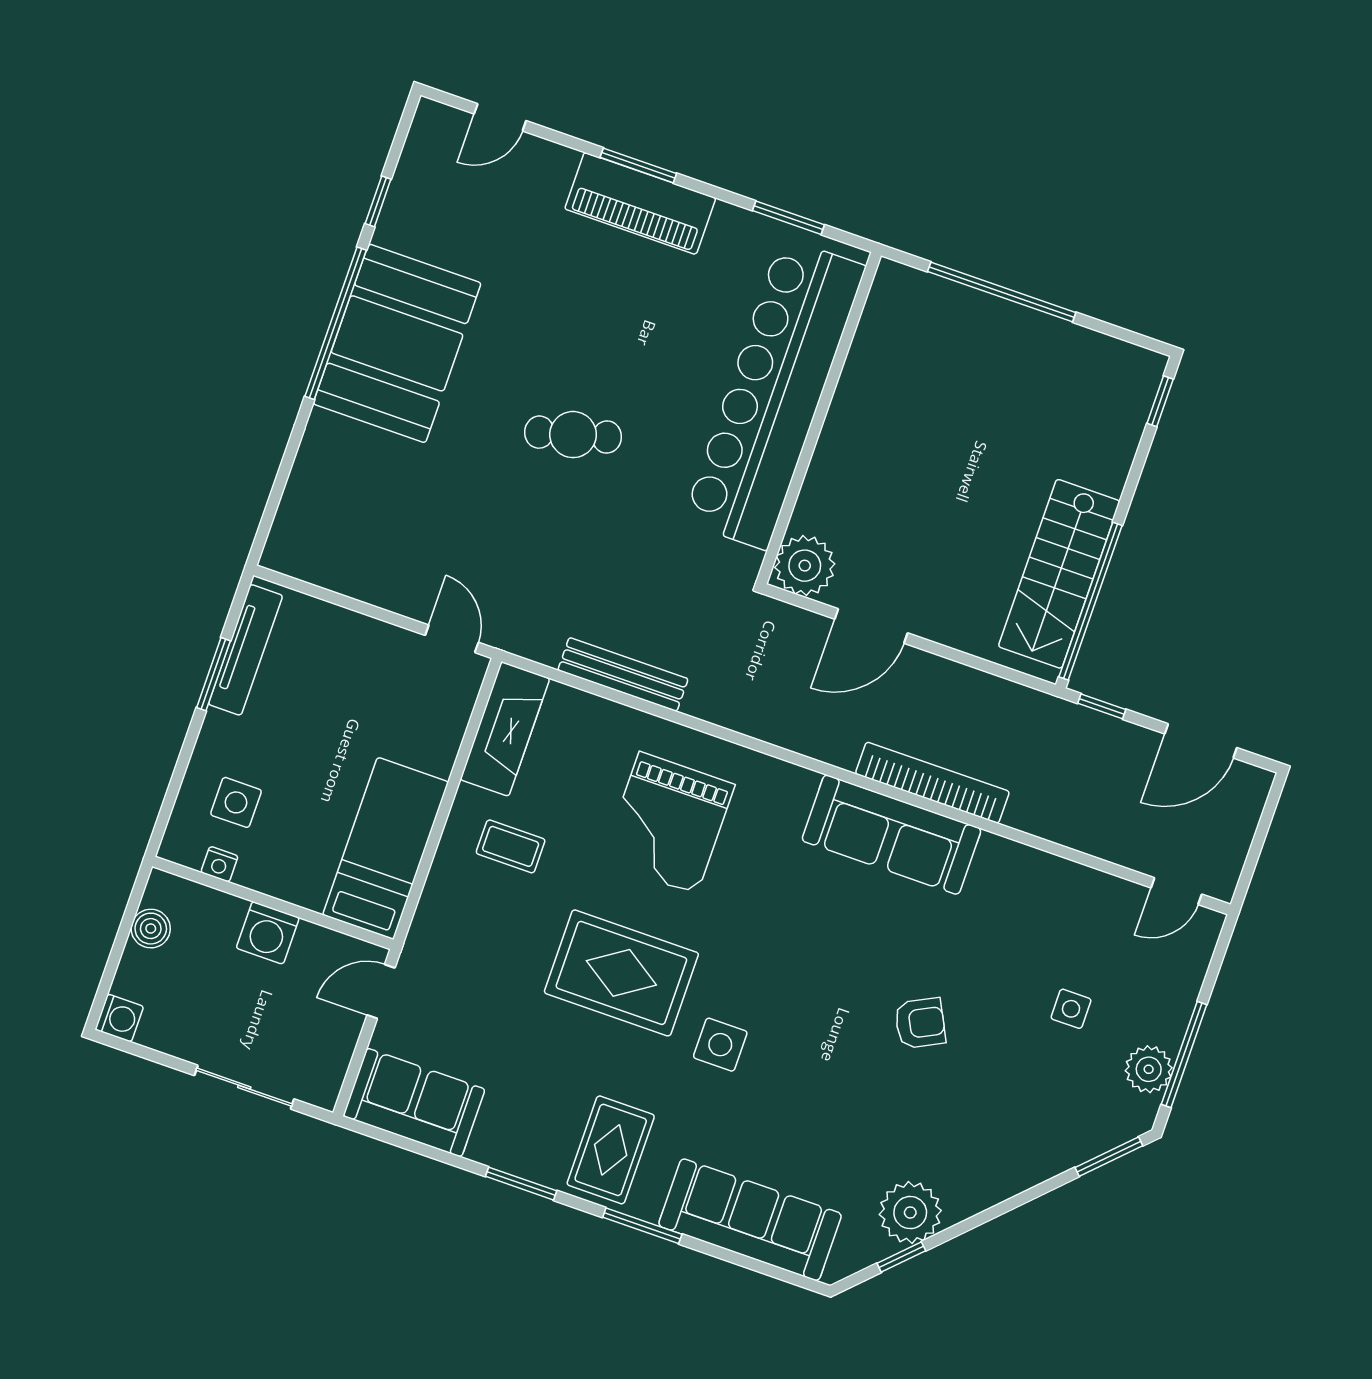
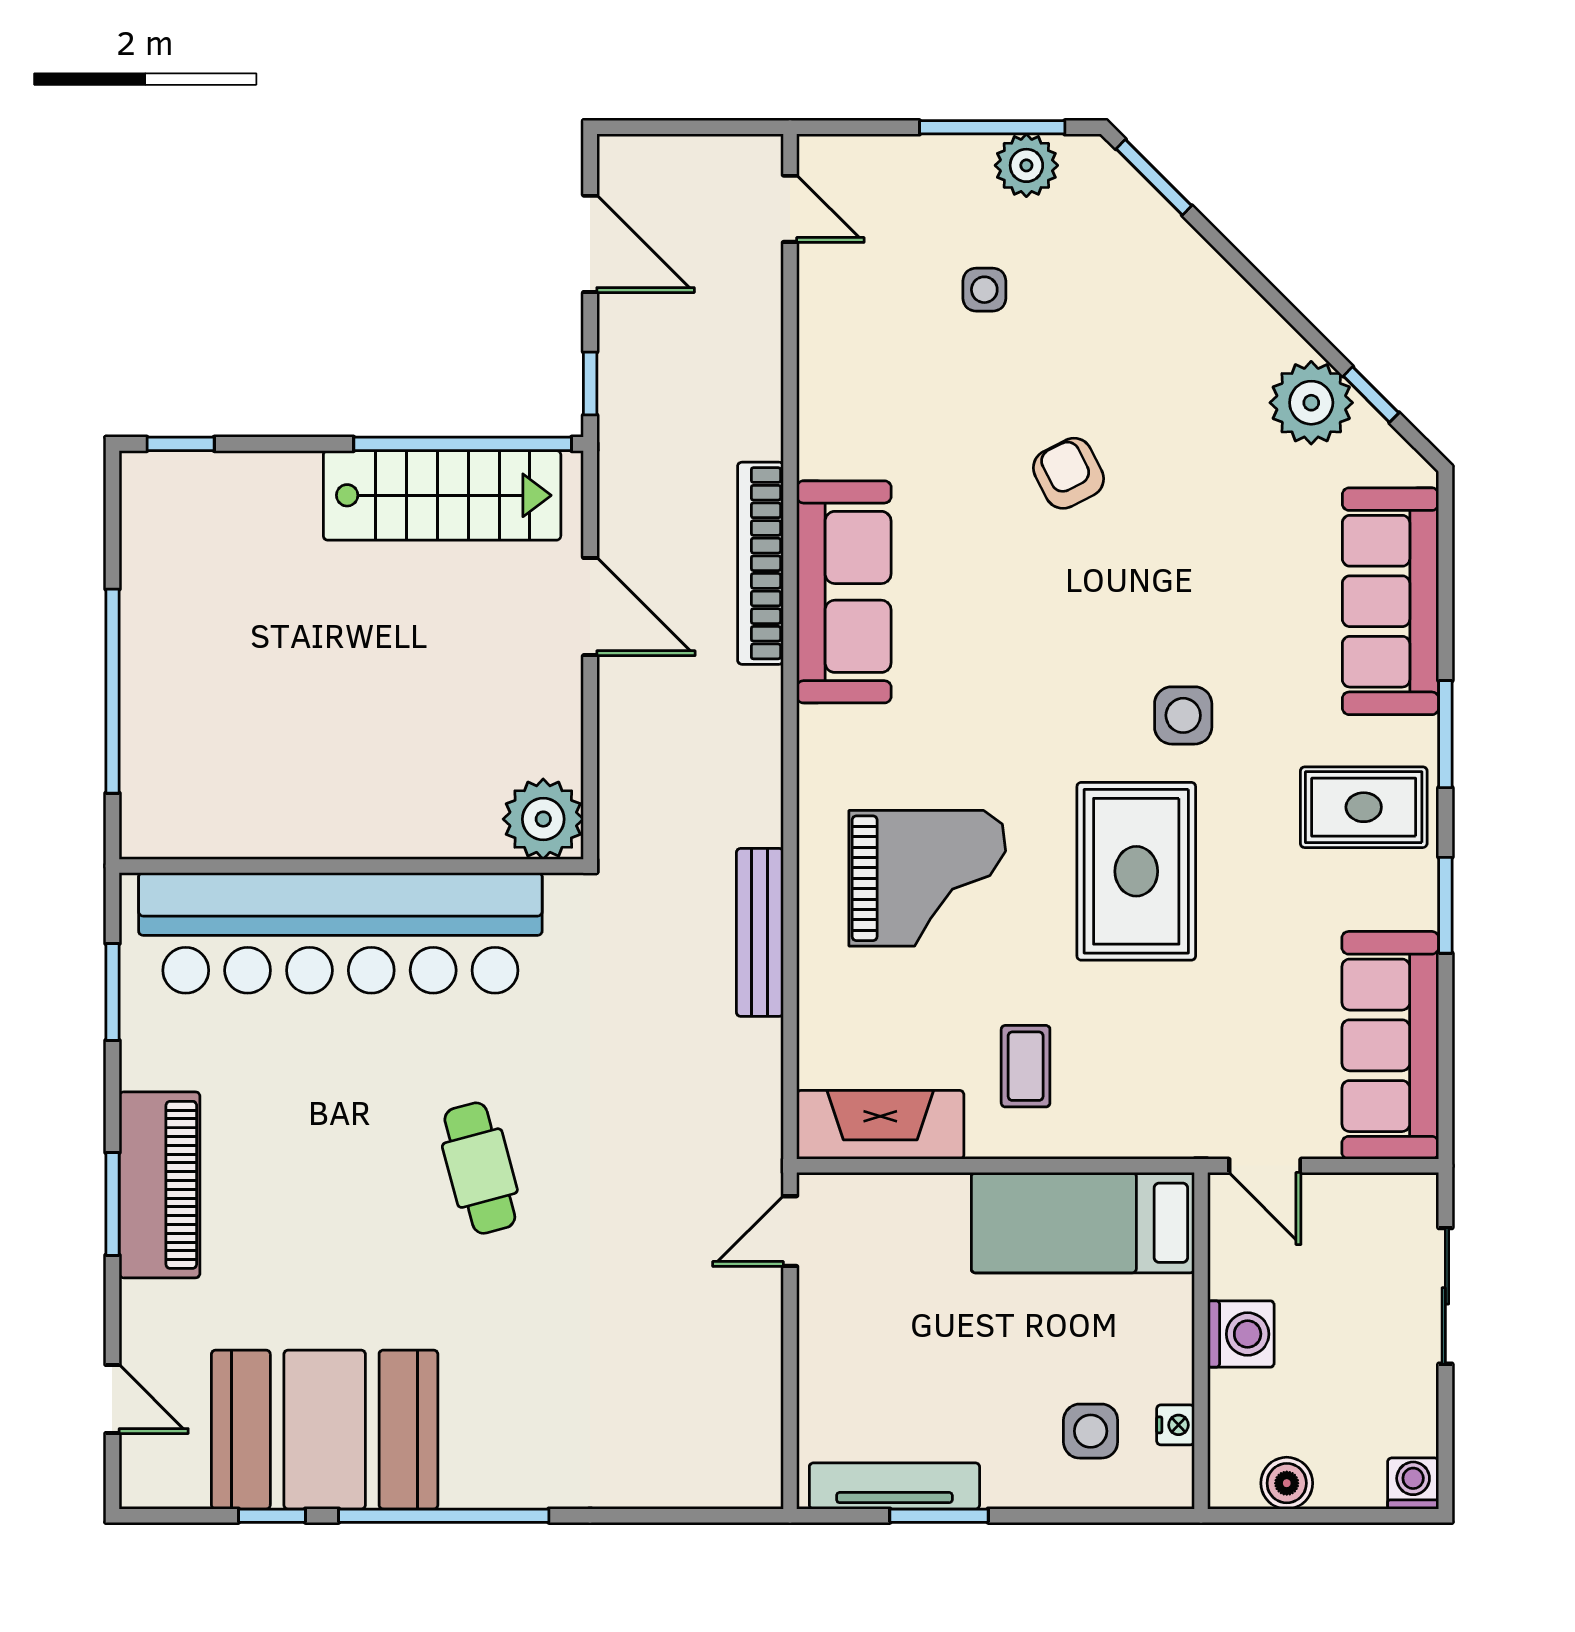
booth: (397, 343) -> (325, 1430), moved
door: (871, 626) -> (590, 607), moved
bench: (623, 674) -> (760, 932), moved
sofa: (414, 1103) -> (1390, 1045), width x1.36

